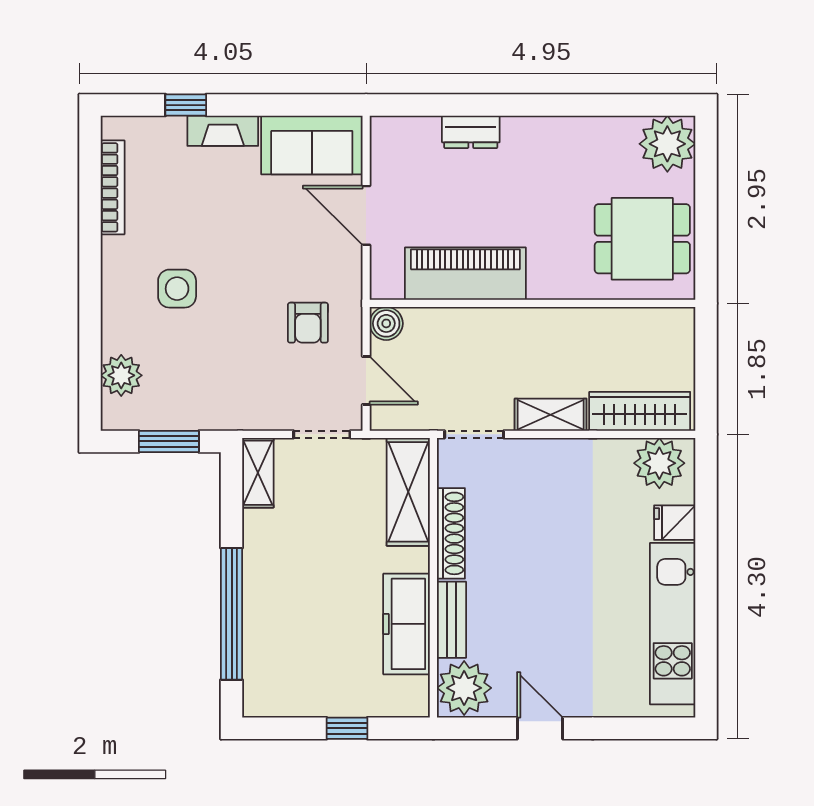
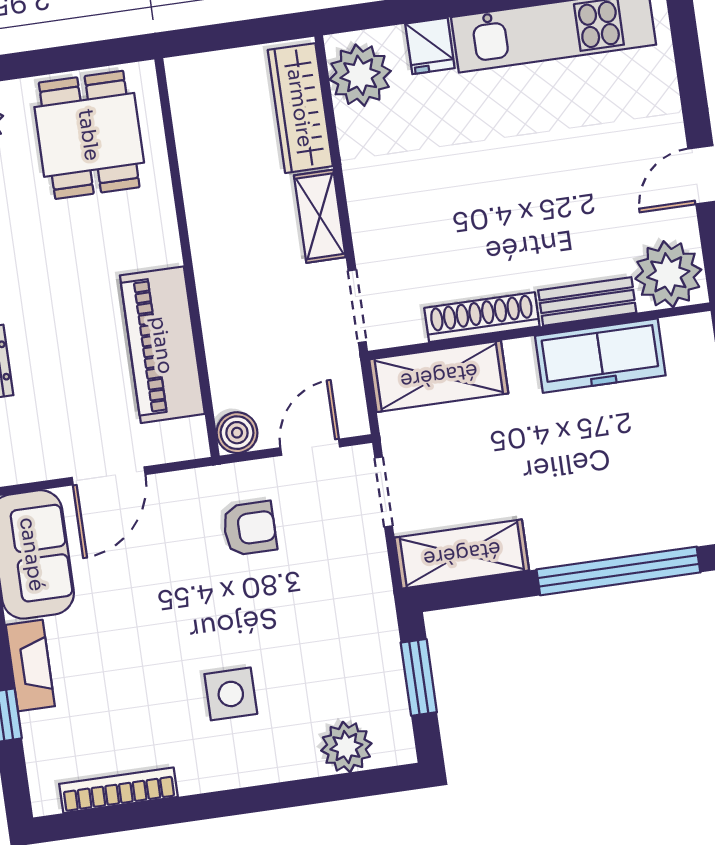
shelving: (258, 473) -> (462, 554), width x1.50, depth x1.33

